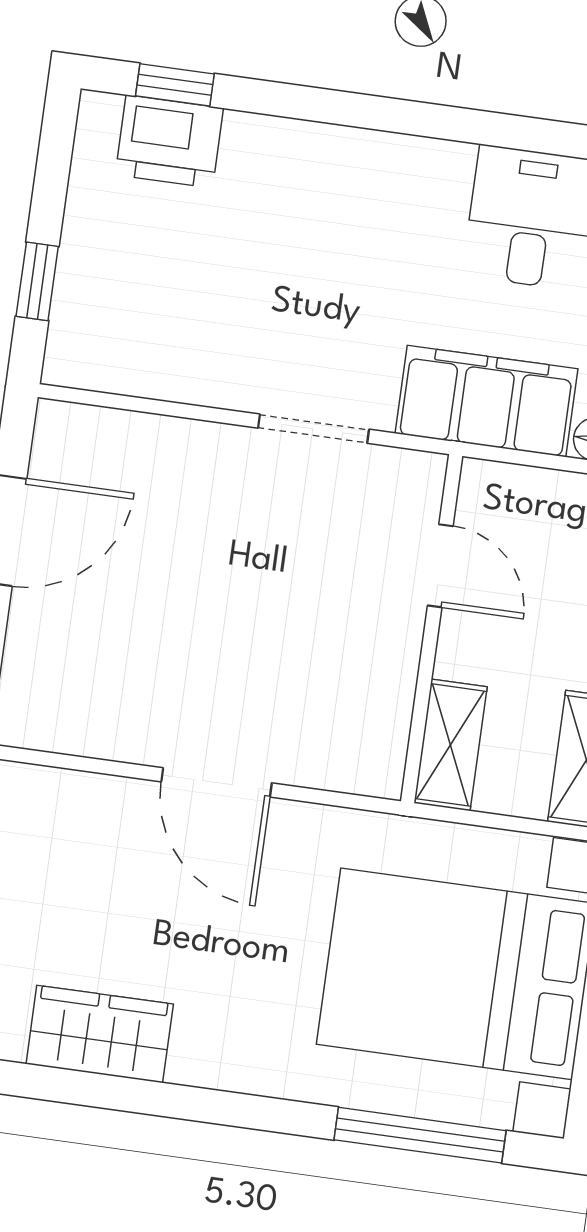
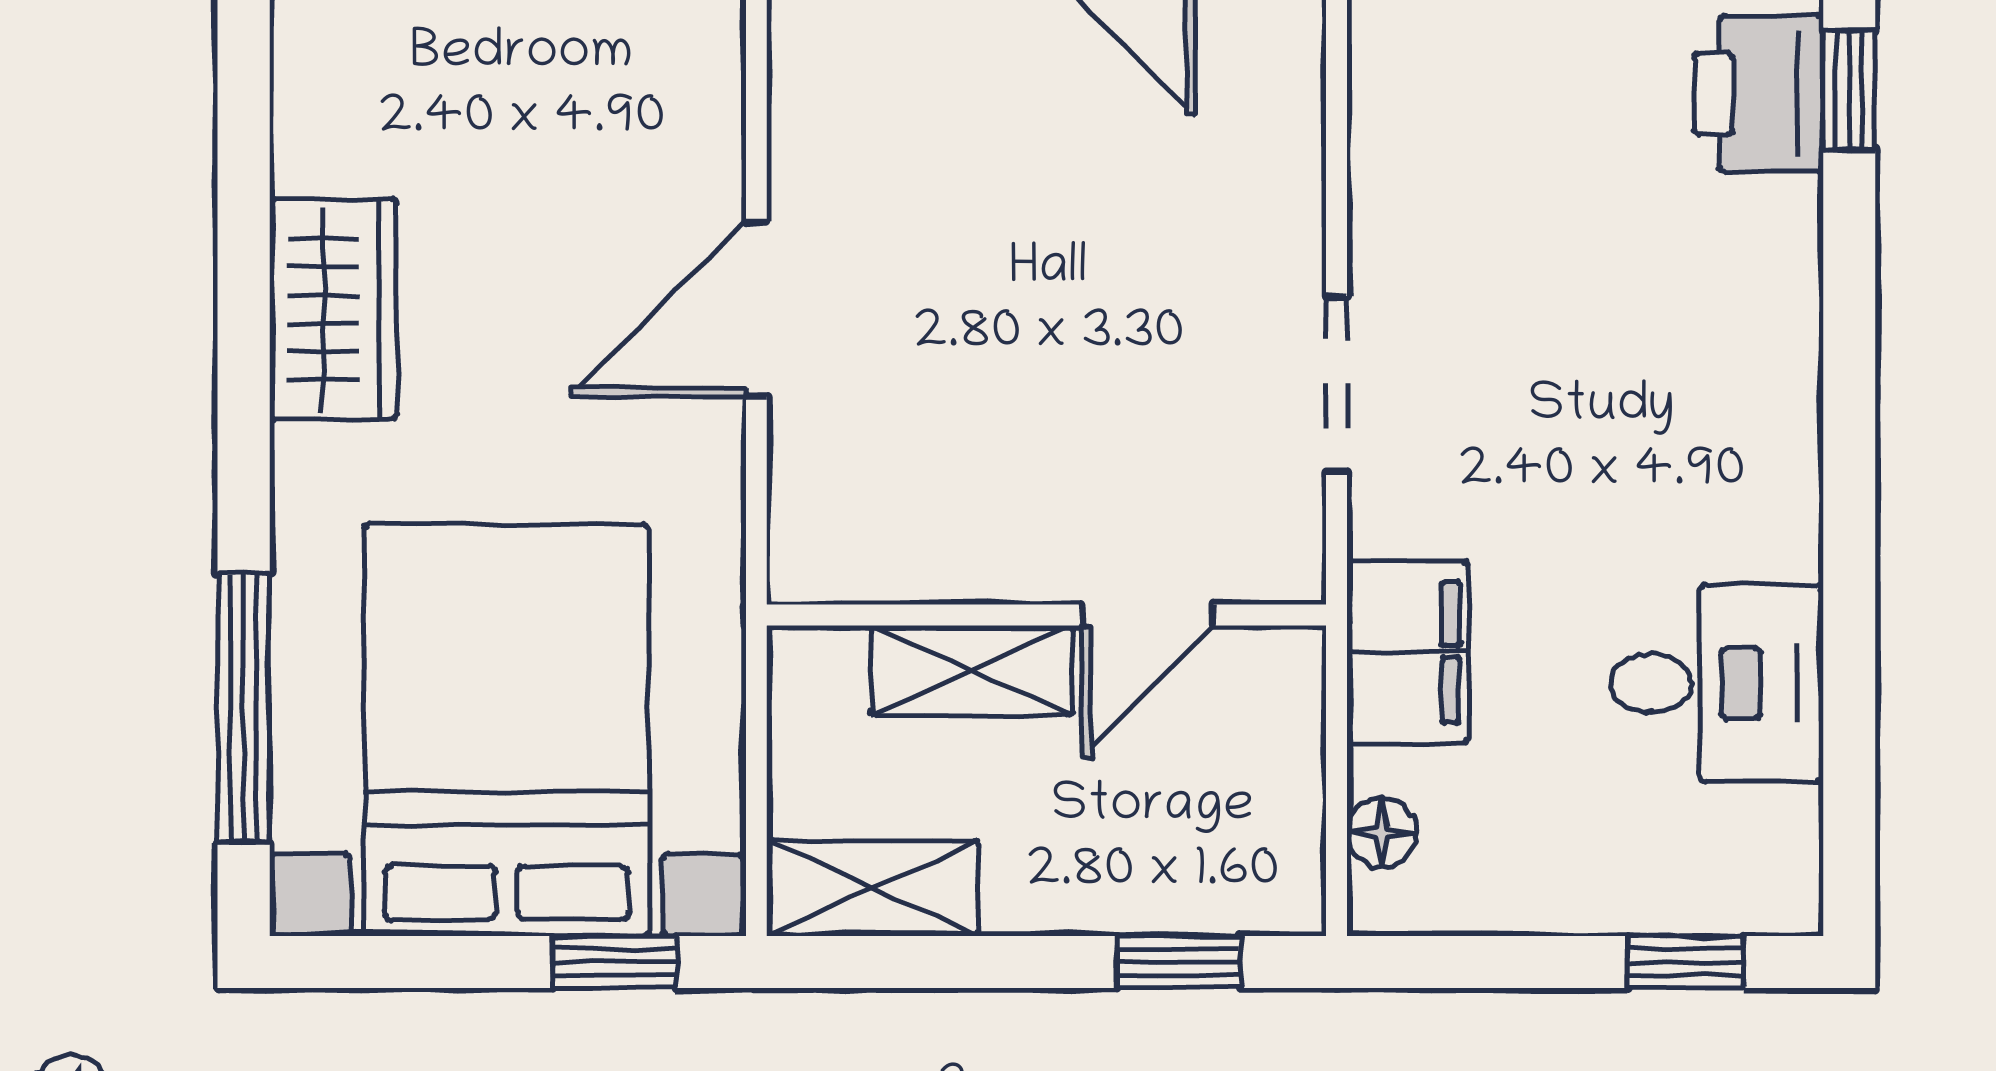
filing cabinet: (487, 401) -> (1408, 652), width x0.67, depth x0.86
shelving: (451, 745) -> (972, 670), moved
wardrobe: (100, 1034) -> (333, 309), moved

